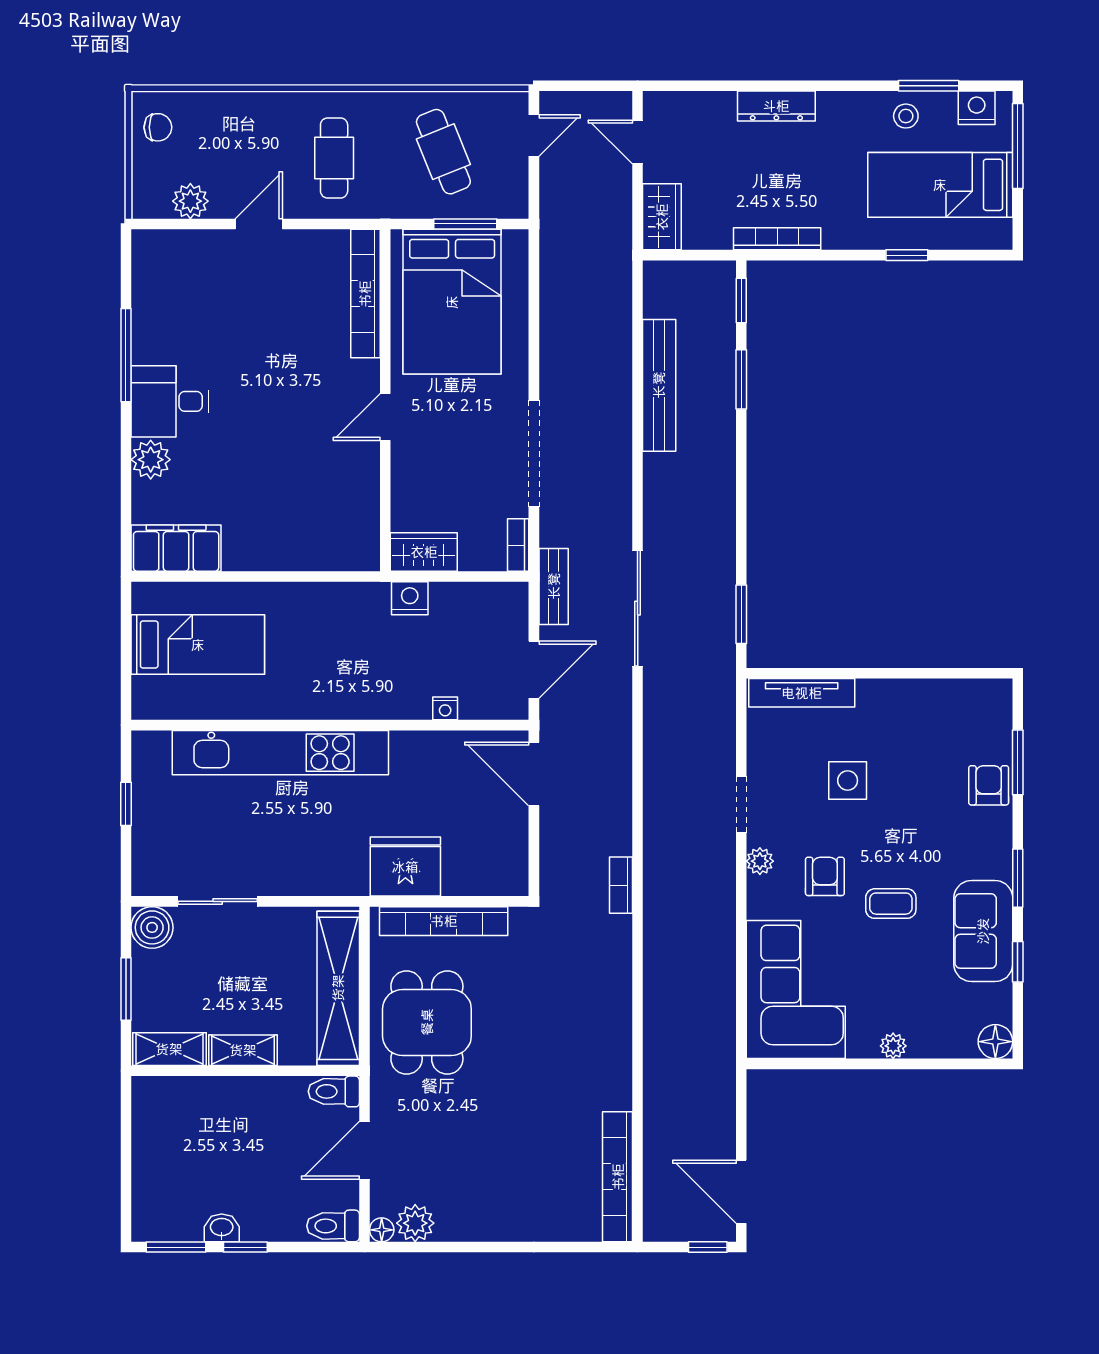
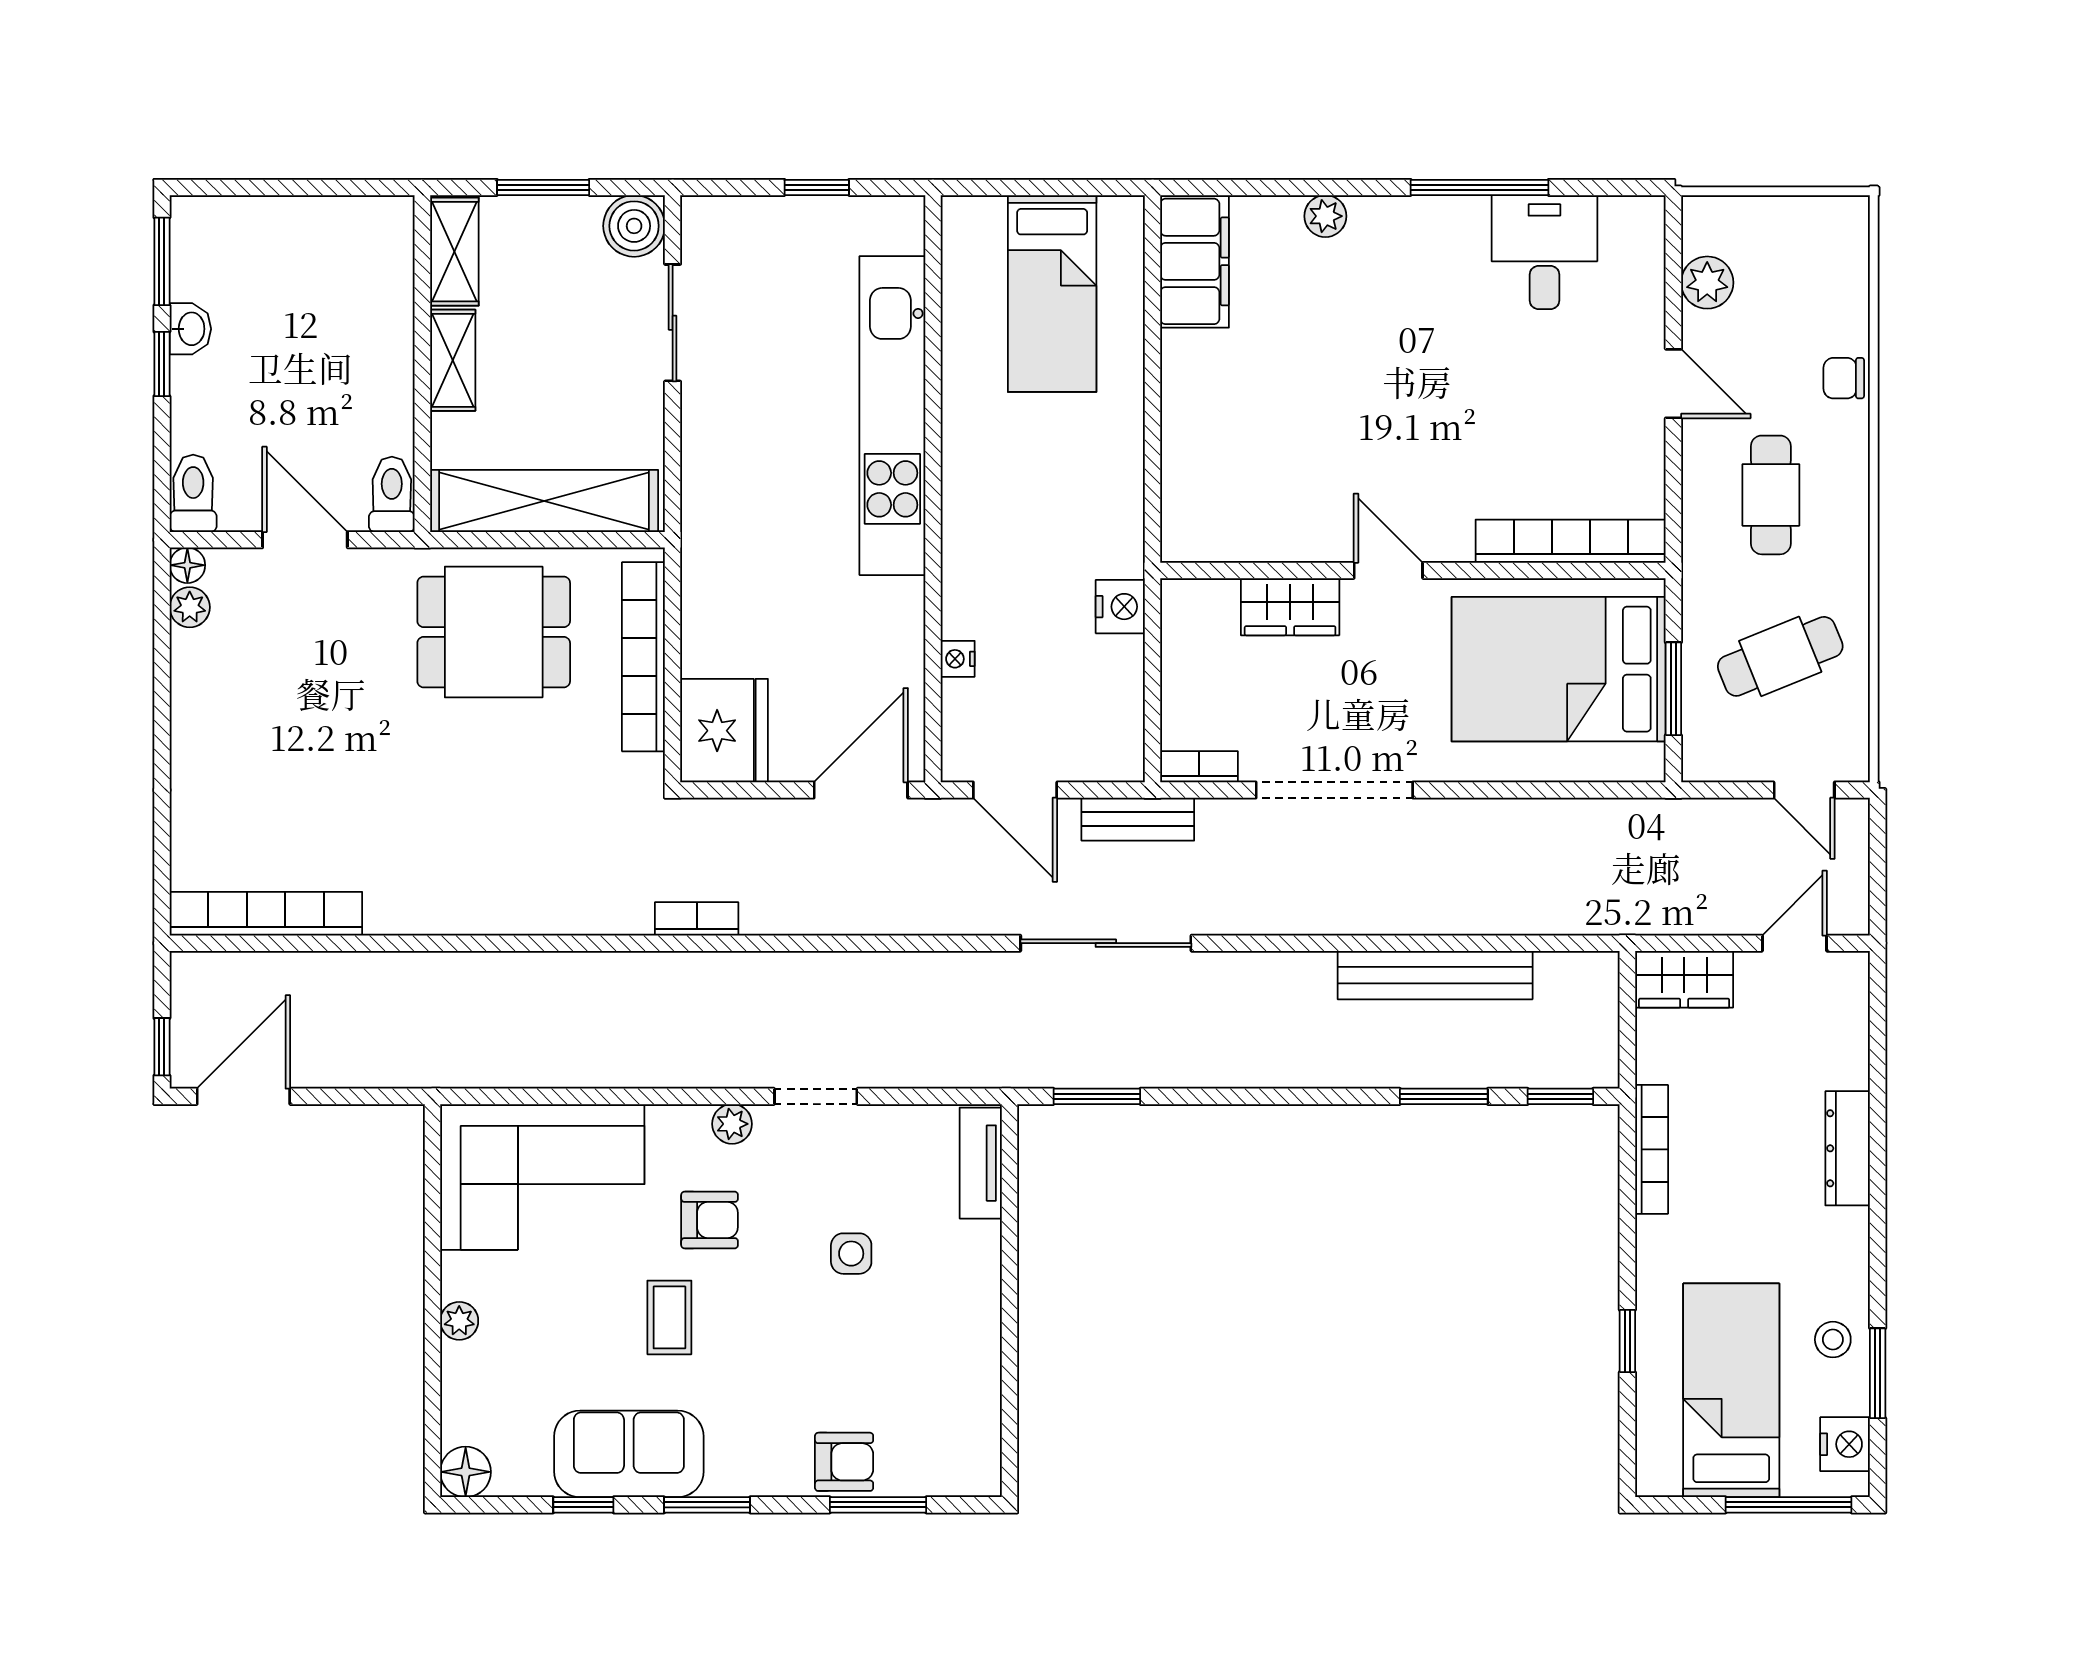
chair: (158, 127) -> (1844, 378), moved, turned 90
cafe table: (334, 158) -> (1771, 495), turned 90
desk: (170, 401) -> (1544, 252), moved
plant: (151, 460) -> (1325, 216), width x0.73, depth x0.73
wardrobe: (424, 552) -> (1290, 607), moved, turned 90
tv unit: (802, 693) -> (981, 1163), width x0.71
side table: (848, 780) -> (851, 1254), width x0.73, depth x0.73
fridge: (405, 867) -> (724, 731), moved
plant: (415, 1223) -> (190, 607), width x0.73, depth x0.73

